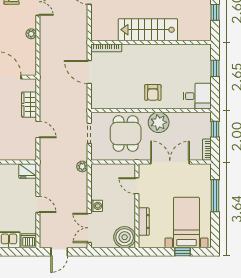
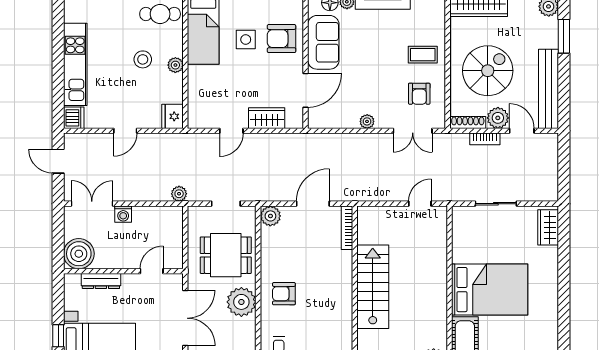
plant: (98, 102) -> (270, 216), added

